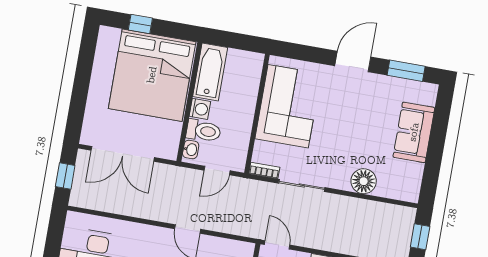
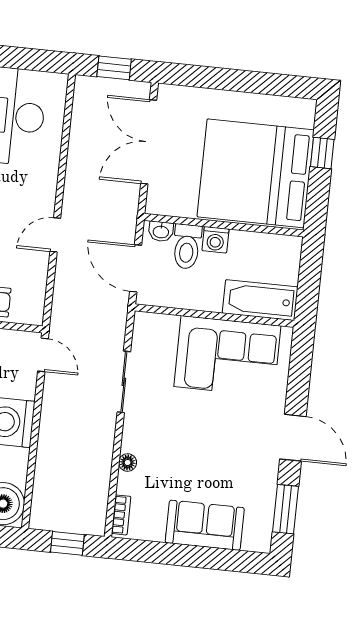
bathtub: (210, 72) -> (260, 300), moved, turned 180
bookcase: (264, 170) -> (121, 515), moved
door: (217, 171) -> (136, 268), width x1.38
floor lamp: (364, 181) -> (128, 462), width x0.53, depth x0.53
door: (277, 245) -> (43, 355), hinge flipped

